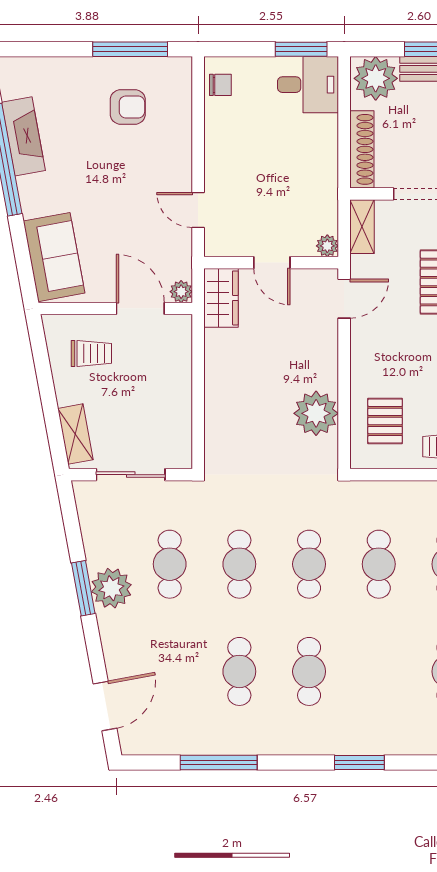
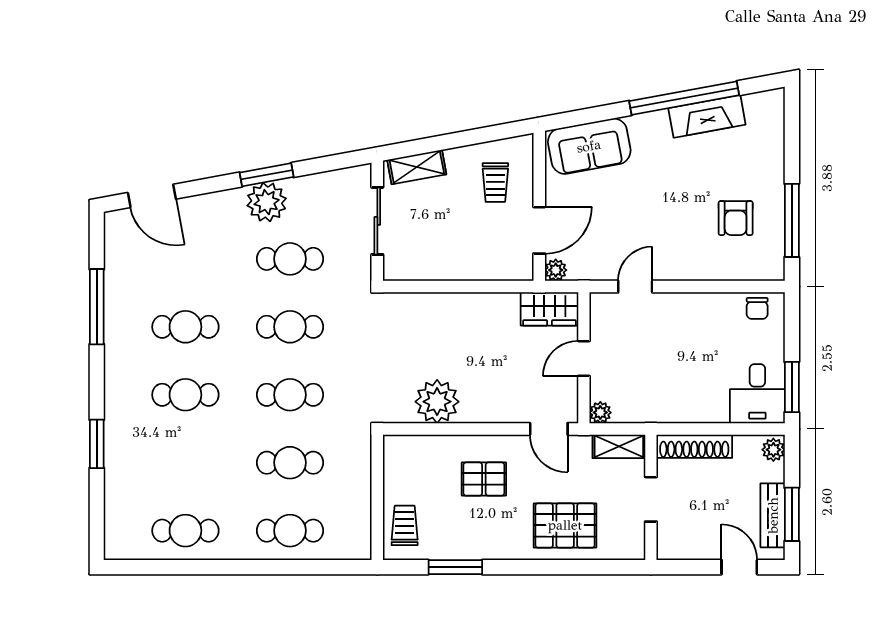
plant: (376, 78) -> (773, 450), width x0.53, depth x0.53
pallet: (385, 421) -> (484, 479), moved

